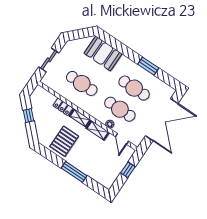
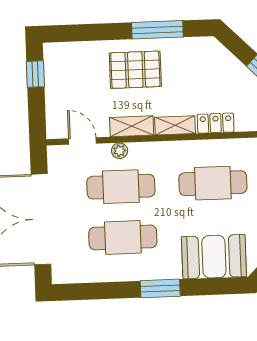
window: (148, 66) -> (160, 288), moved
pallet: (64, 141) -> (135, 70), moved, turned 90
window: (128, 170) -> (35, 74), moved
window: (74, 172) -> (157, 30), moved

